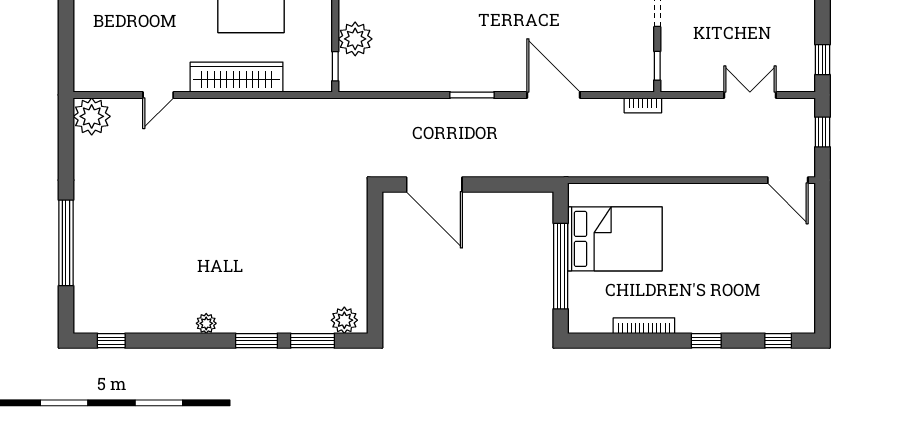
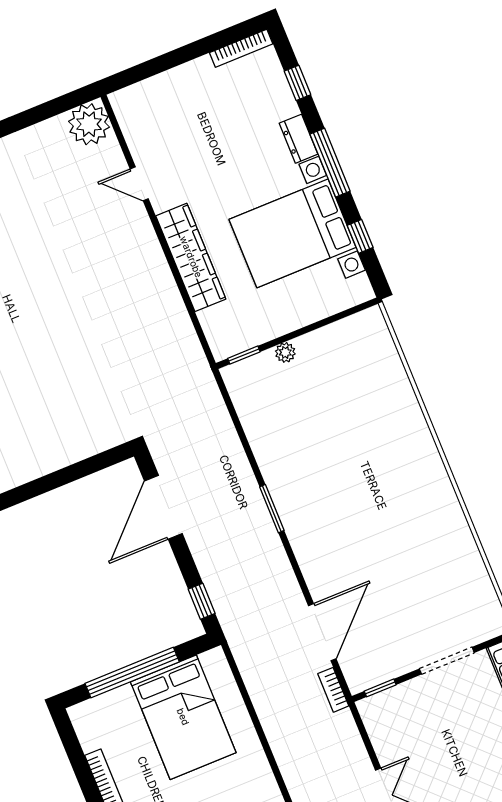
plant: (355, 39) -> (285, 352), width x0.53, depth x0.53
door: (553, 95) -> (322, 632), moved
window: (525, 184) -> (202, 601), added

